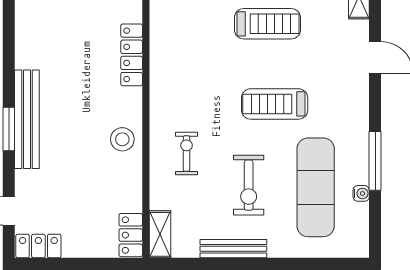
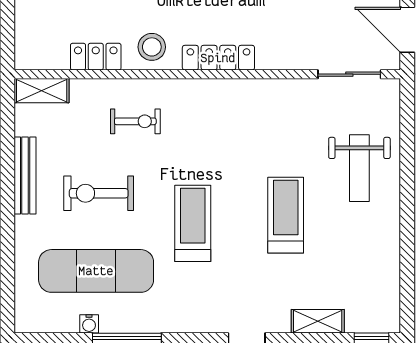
treadmill: (267, 24) -> (286, 215), turned 180
locker: (132, 55) -> (218, 58), moved
locker: (131, 235) -> (96, 57), moved

